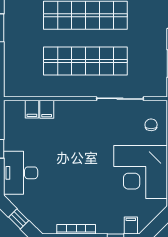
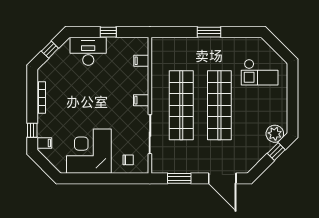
filing cabinet: (47, 109) -> (141, 100), moved

